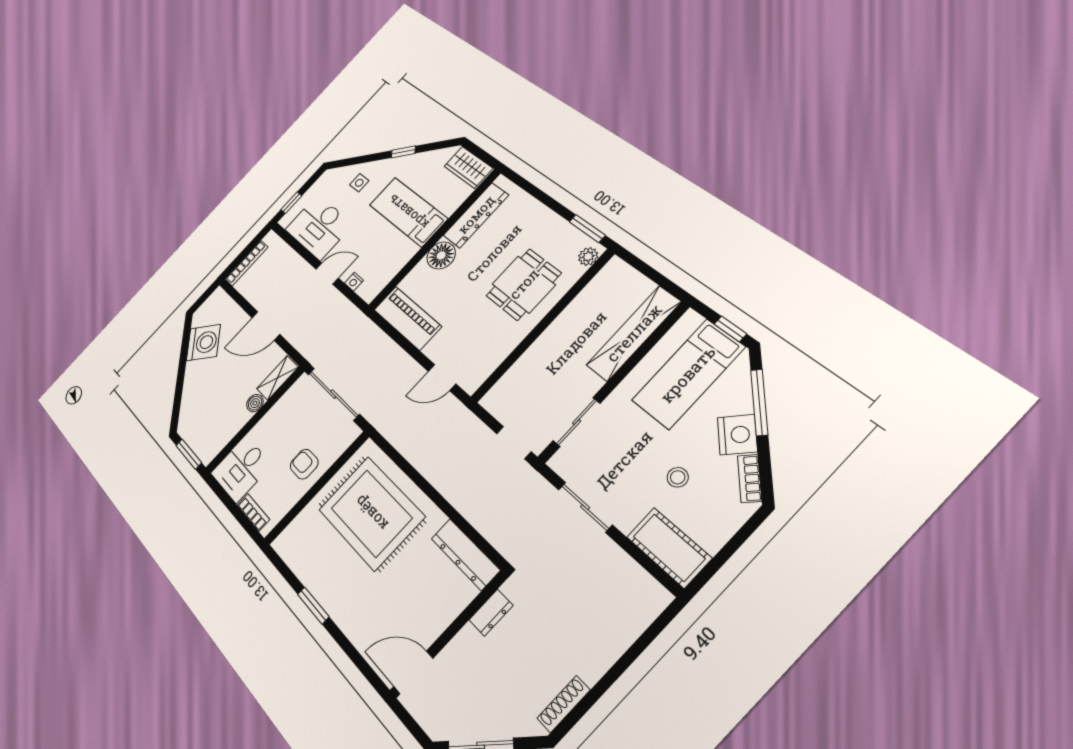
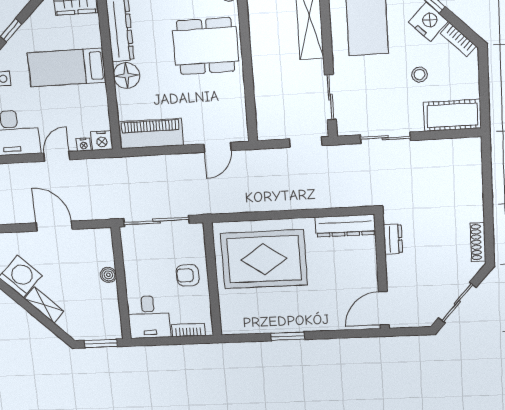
dining table: (524, 284) -> (206, 46), width x1.37
nightstand: (369, 291) -> (102, 141), added
door: (266, 326) -> (54, 226), swing flipped
shelving: (278, 378) -> (44, 305), moved, turned -45

